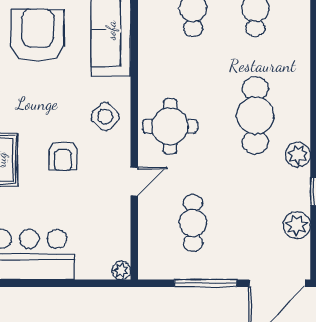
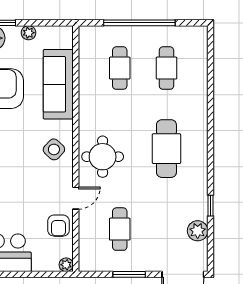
plant: (298, 155) -> (199, 178), removed
armchair: (63, 156) -> (59, 226), moved
window: (206, 283) -> (129, 274), width x0.69

